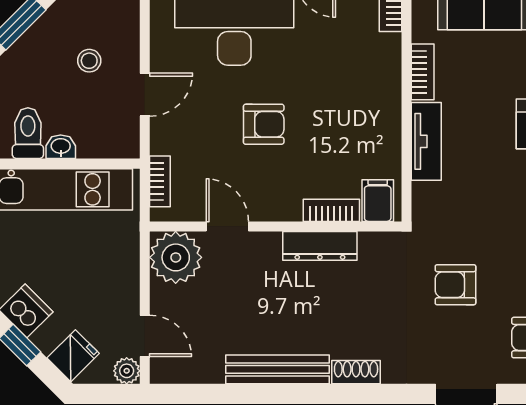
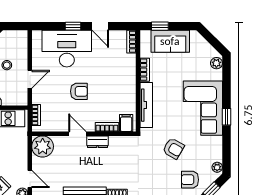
tv unit: (426, 141) -> (146, 105), width x1.41
door: (227, 226) -> (77, 134), moved
dresser: (320, 246) -> (98, 142), width x0.70
armchair: (455, 285) -> (173, 149), moved, turned -150

